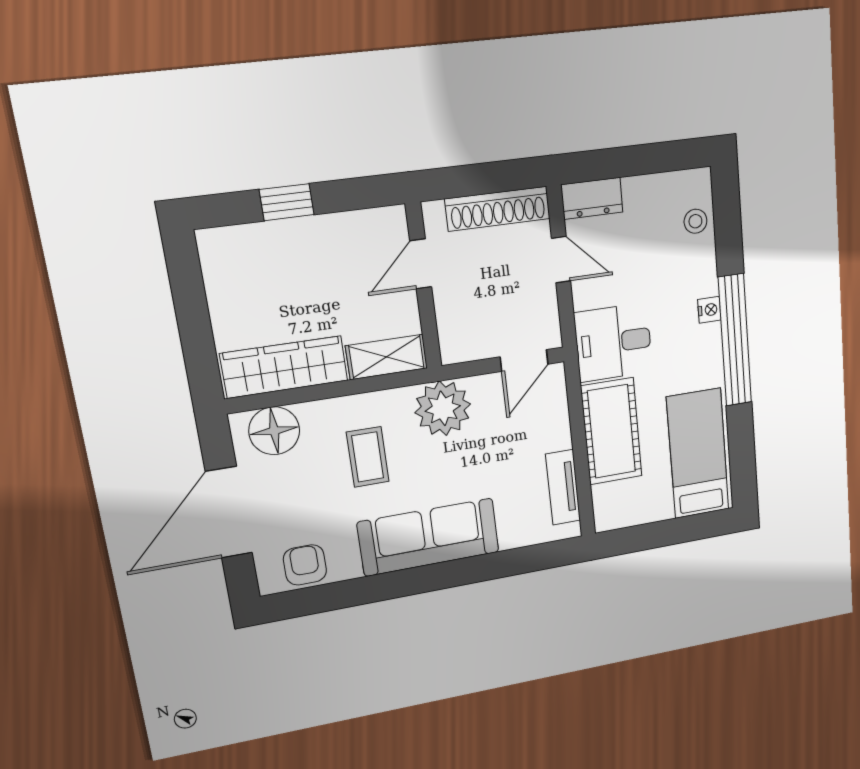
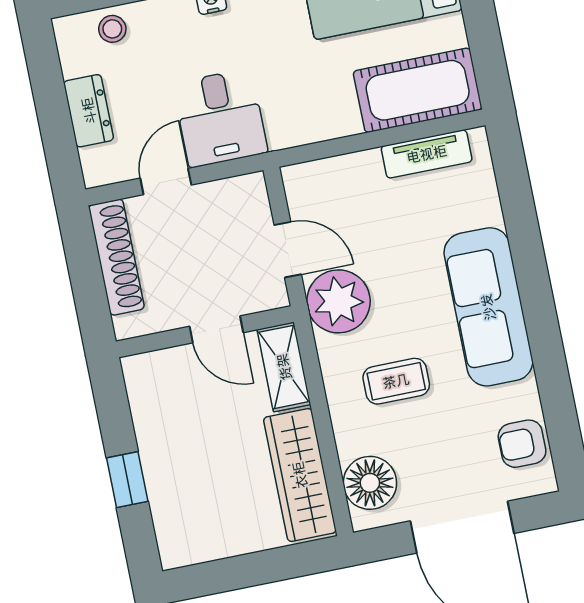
dresser: (592, 198) -> (89, 111), moved
door: (421, 264) -> (216, 329), moved
desk: (613, 342) -> (220, 118), moved
door: (524, 360) -> (288, 250), moved
cot: (612, 431) -> (418, 90), moved

